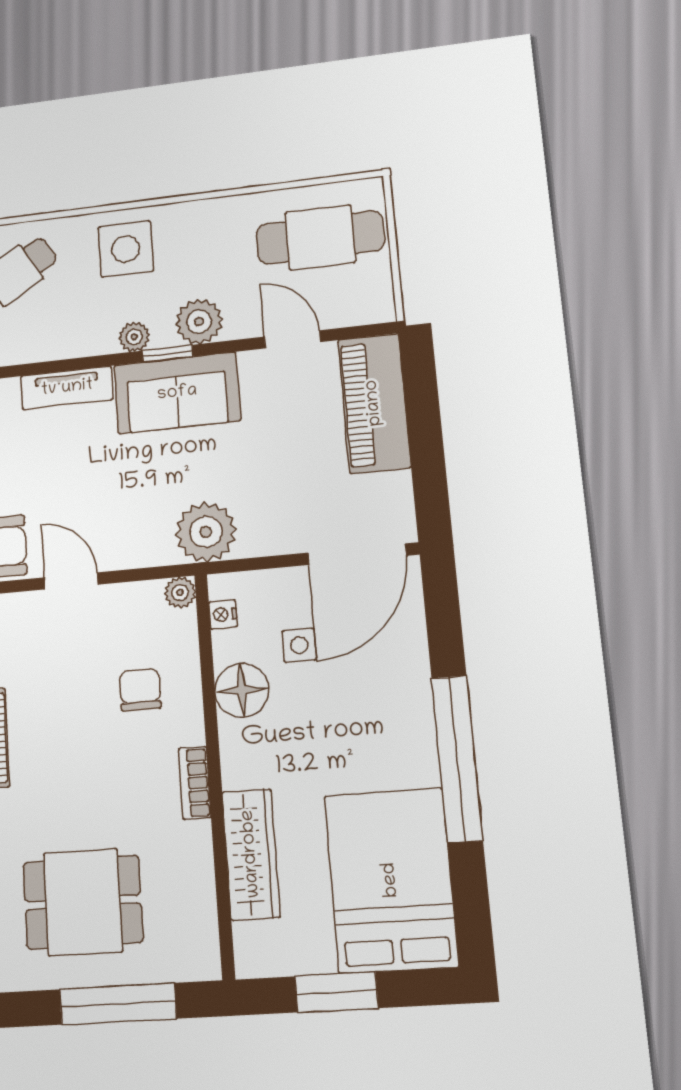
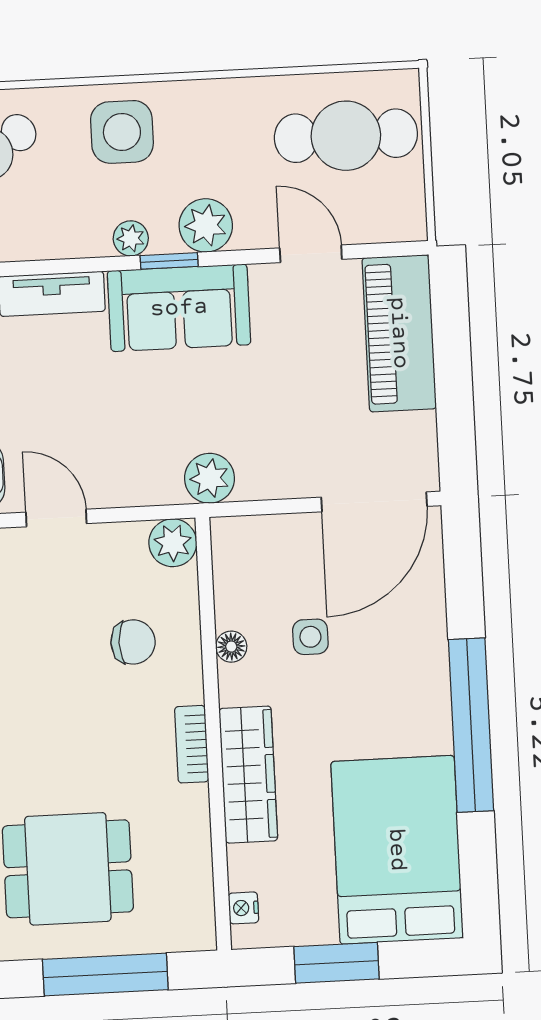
plant: (206, 532) -> (209, 478), width x0.73, depth x0.73
plant: (180, 592) -> (173, 543), width x1.38, depth x1.38
nightstand: (223, 614) -> (243, 908), moved
side table: (299, 645) -> (310, 637), moved
chair: (140, 690) -> (133, 642), turned 90
floor lamp: (242, 690) -> (231, 647), width x0.53, depth x0.53
wardrobe: (251, 854) -> (248, 775), moved

